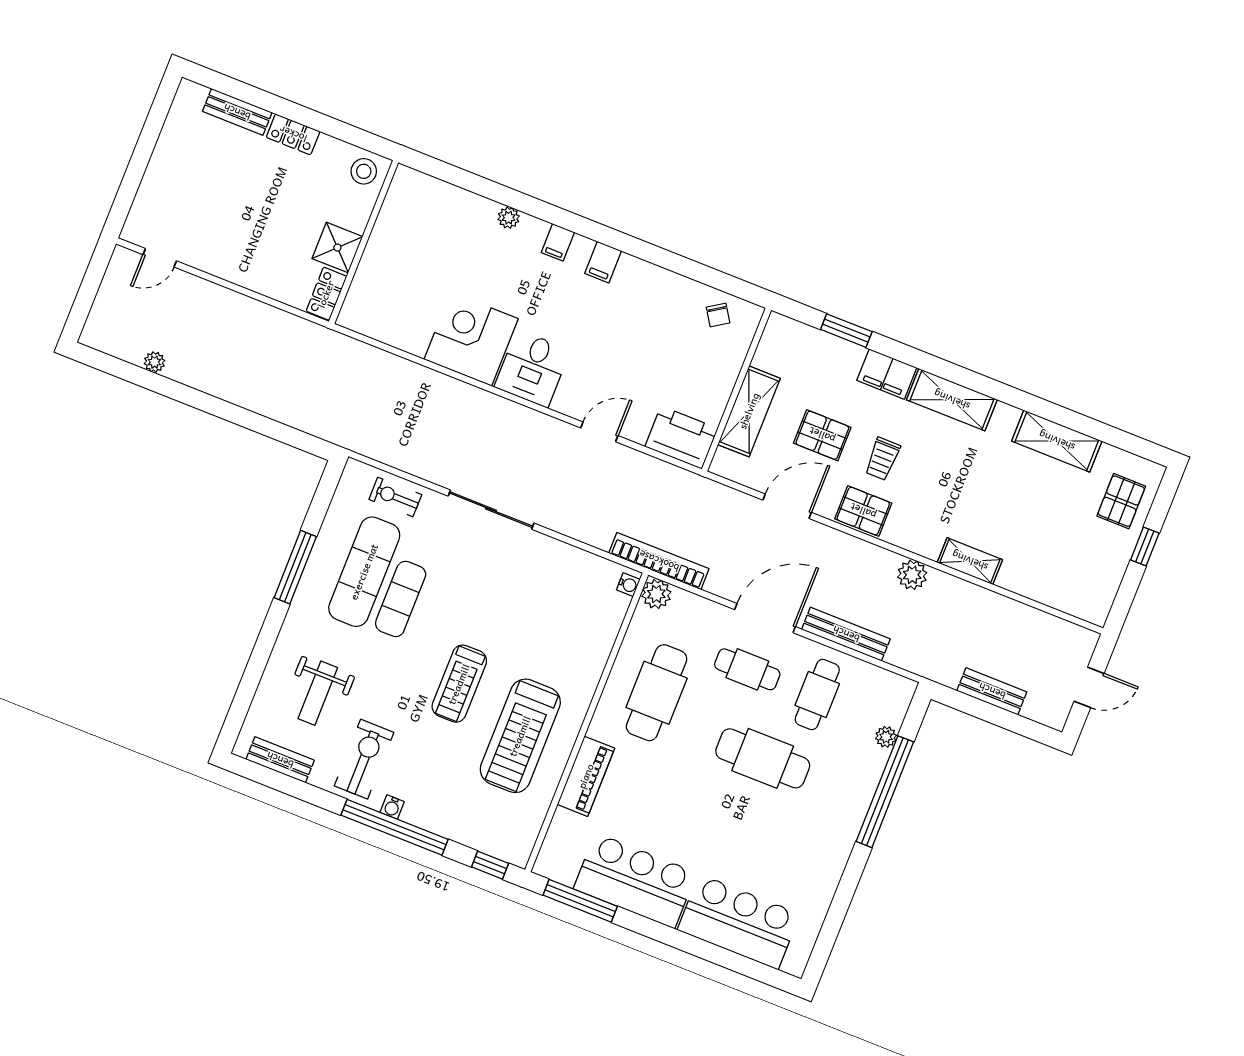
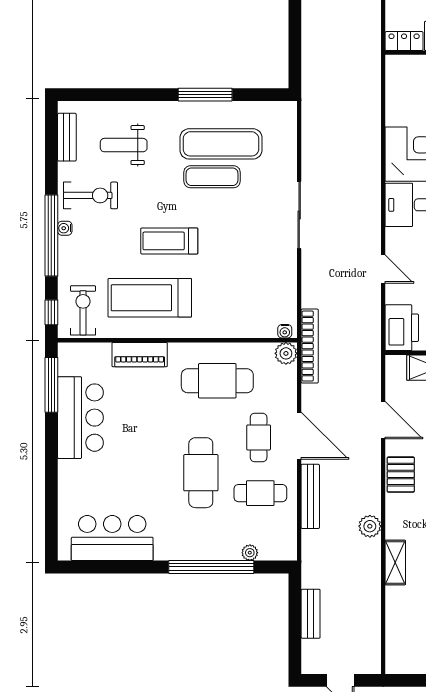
exercise bike: (395, 497) -> (83, 310), moved, width x1.38, depth x1.39
bar counter: (739, 922) -> (112, 538), moved, turned -90

